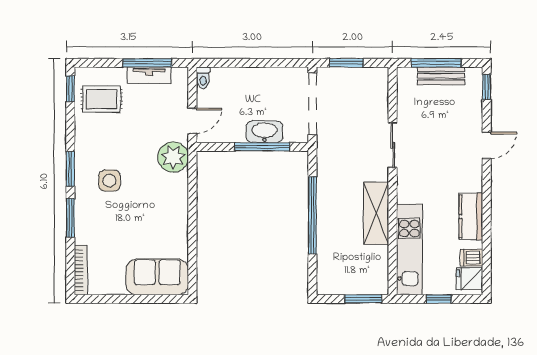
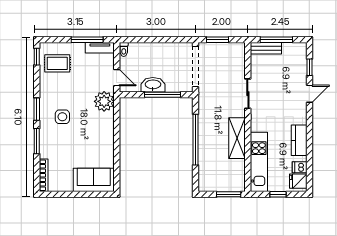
tv unit: (149, 75) -> (100, 48), moved
bench: (441, 76) -> (266, 48), moved
window: (487, 87) -> (309, 67), moved
door: (192, 121) -> (117, 78), hinge flipped
washbasin: (264, 132) -> (153, 85), moved

